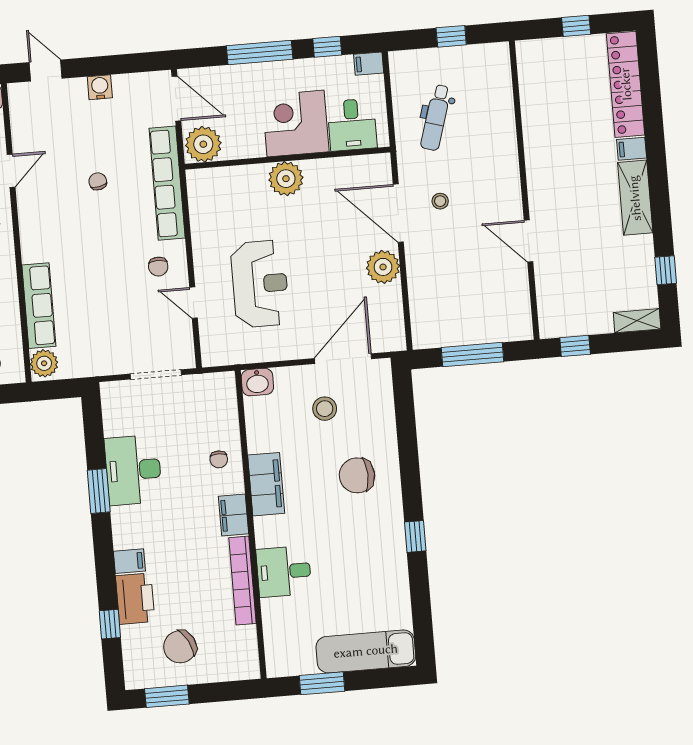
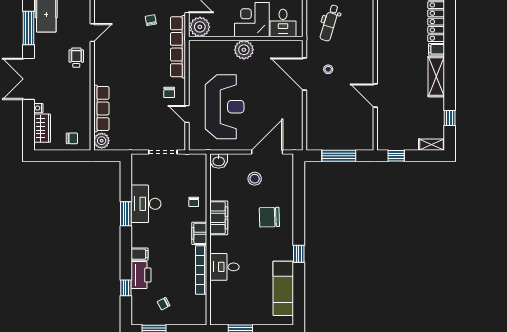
chair: (98, 181) -> (151, 20), moved
plant: (383, 267) -> (293, 103), removed
reception desk: (260, 284) -> (225, 107), width x1.36, depth x1.30
chair: (180, 647) -> (164, 304), width x0.54, depth x0.54
exam couch: (366, 651) -> (283, 288), moved, turned -90

